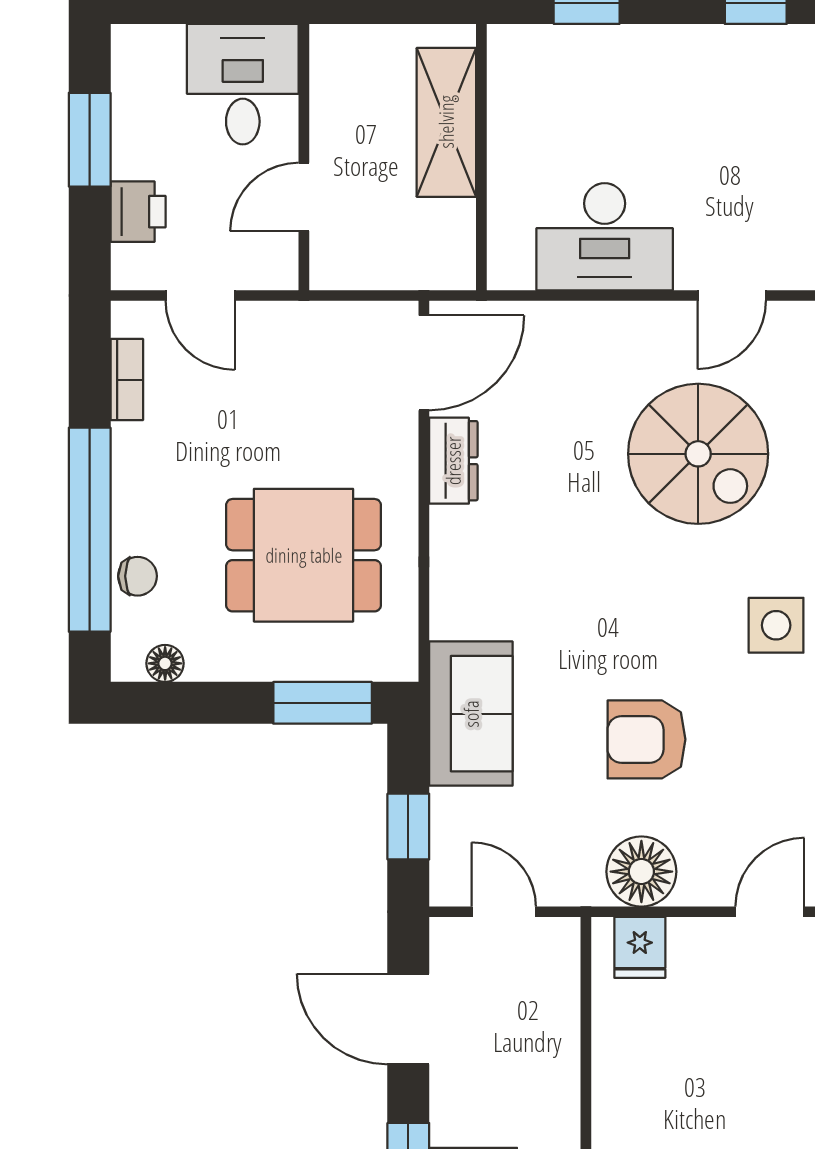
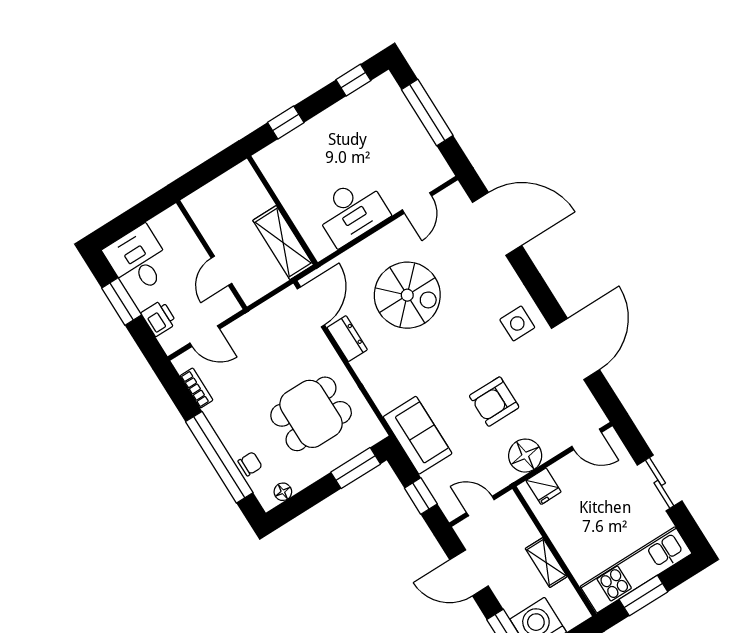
desk: (243, 84) -> (138, 260), moved
shelving: (446, 122) -> (283, 243), moved
spiral stairs: (698, 454) -> (407, 295), moved
door: (770, 912) -> (587, 439), swing flipped
shelving: (559, 1088) -> (546, 563), added

